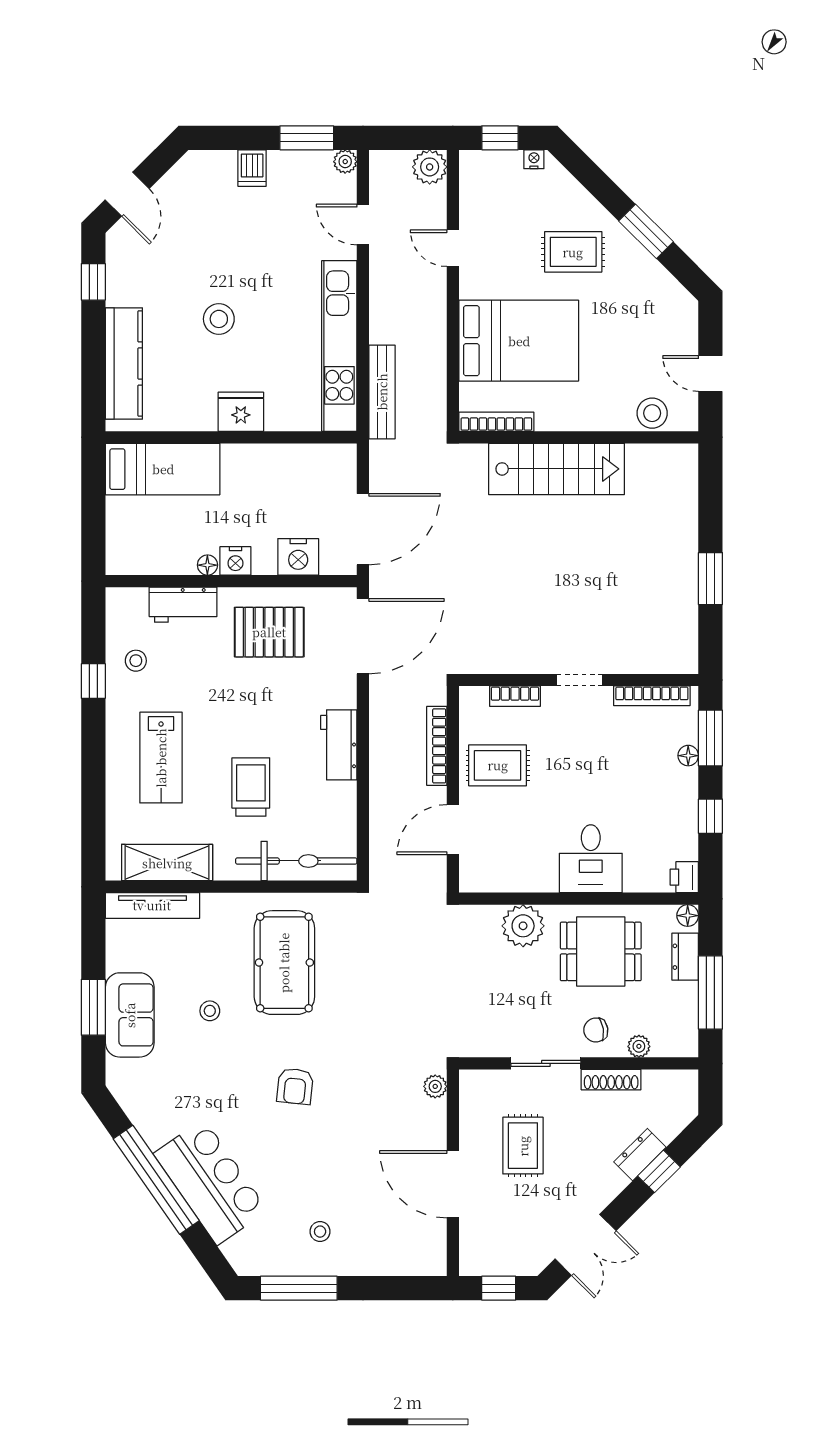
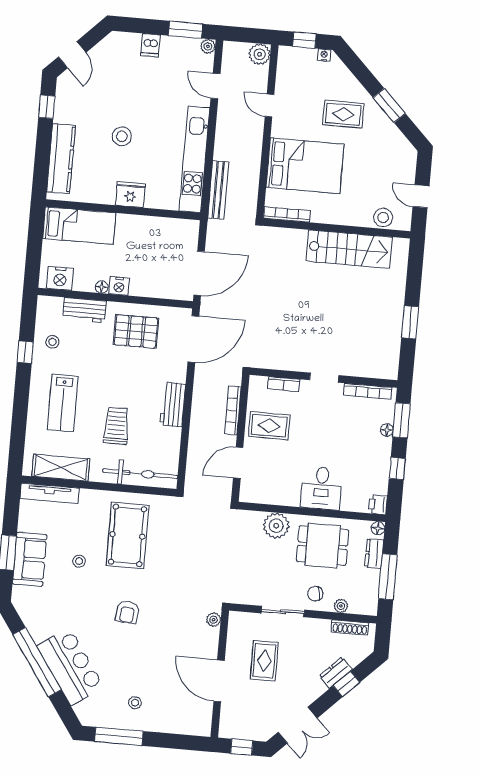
stairs: (556, 469) -> (349, 249), moved
nightstand: (298, 557) -> (60, 278), moved
shoe rack: (611, 1080) -> (350, 627), moved

